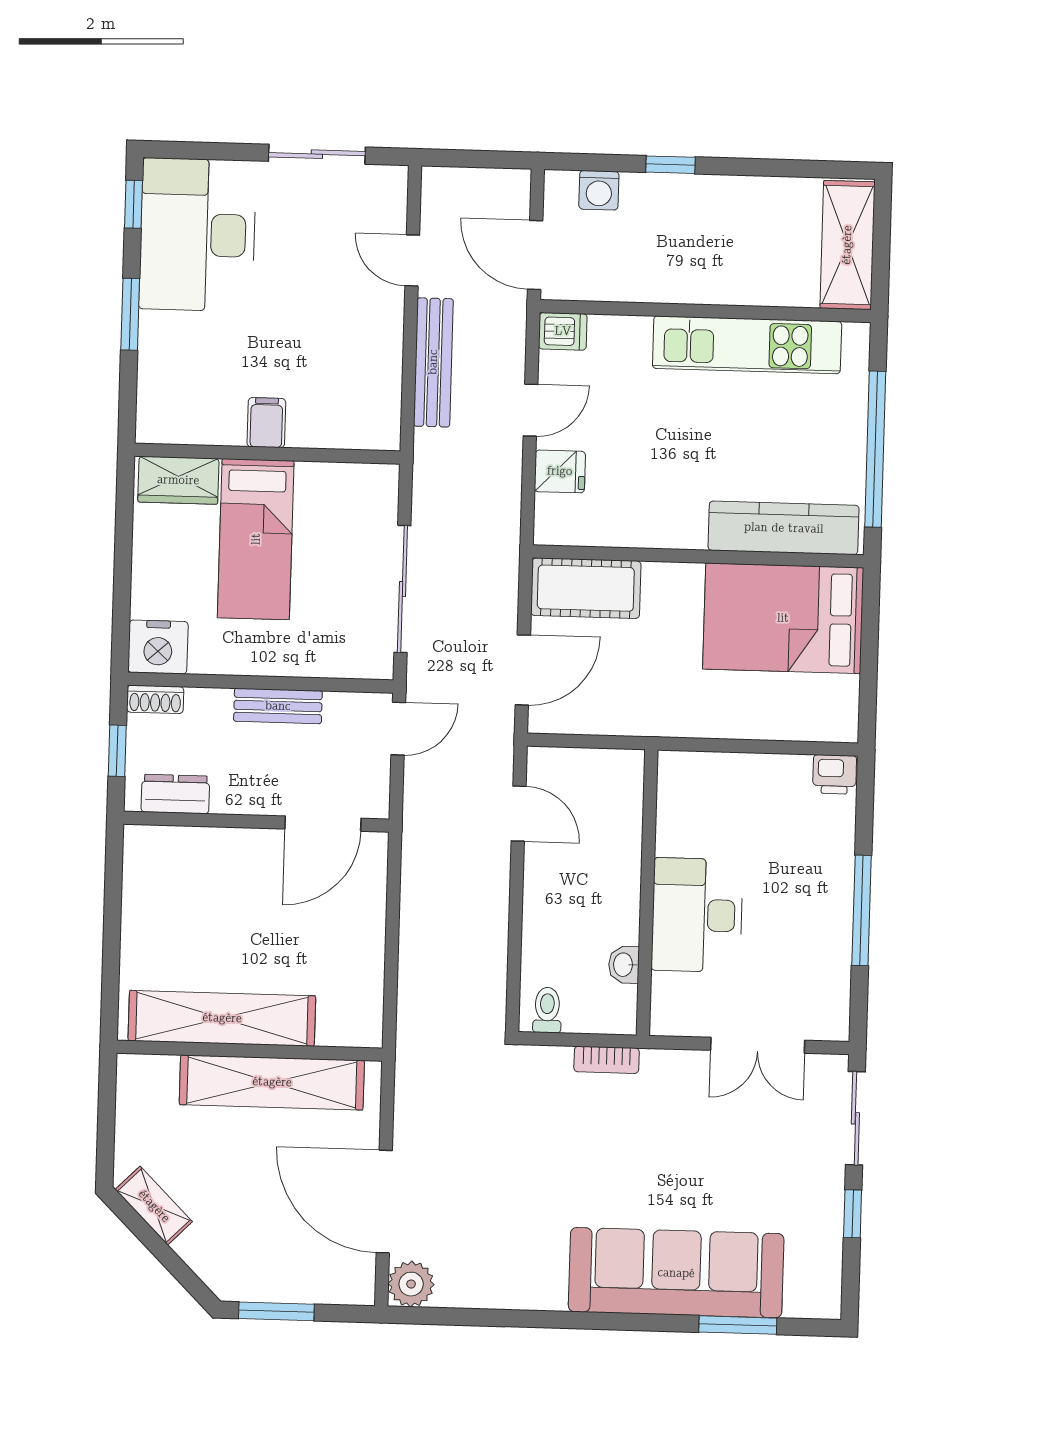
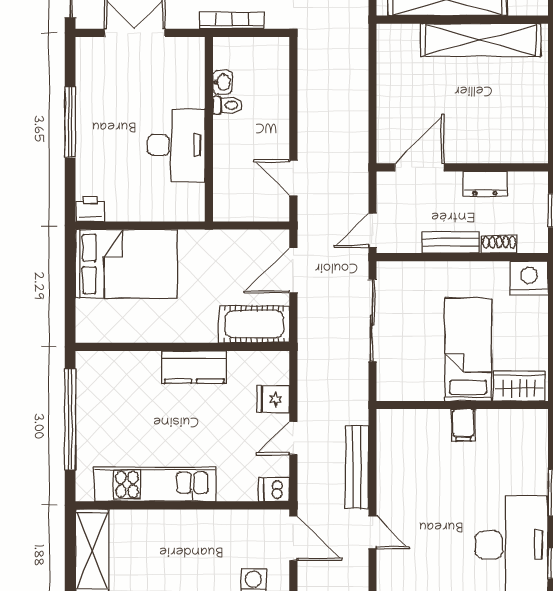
kitchen counter: (784, 528) -> (194, 367), moved, width x0.67
bed: (783, 618) -> (126, 264), moved
shoe rack: (155, 699) -> (499, 244), moved
dresser: (175, 794) -> (485, 184), moved
desk: (697, 915) -> (176, 145), moved
toilet: (547, 1010) -> (227, 105), moved, turned -90
bookcase: (607, 1060) -> (232, 20), width x1.56

